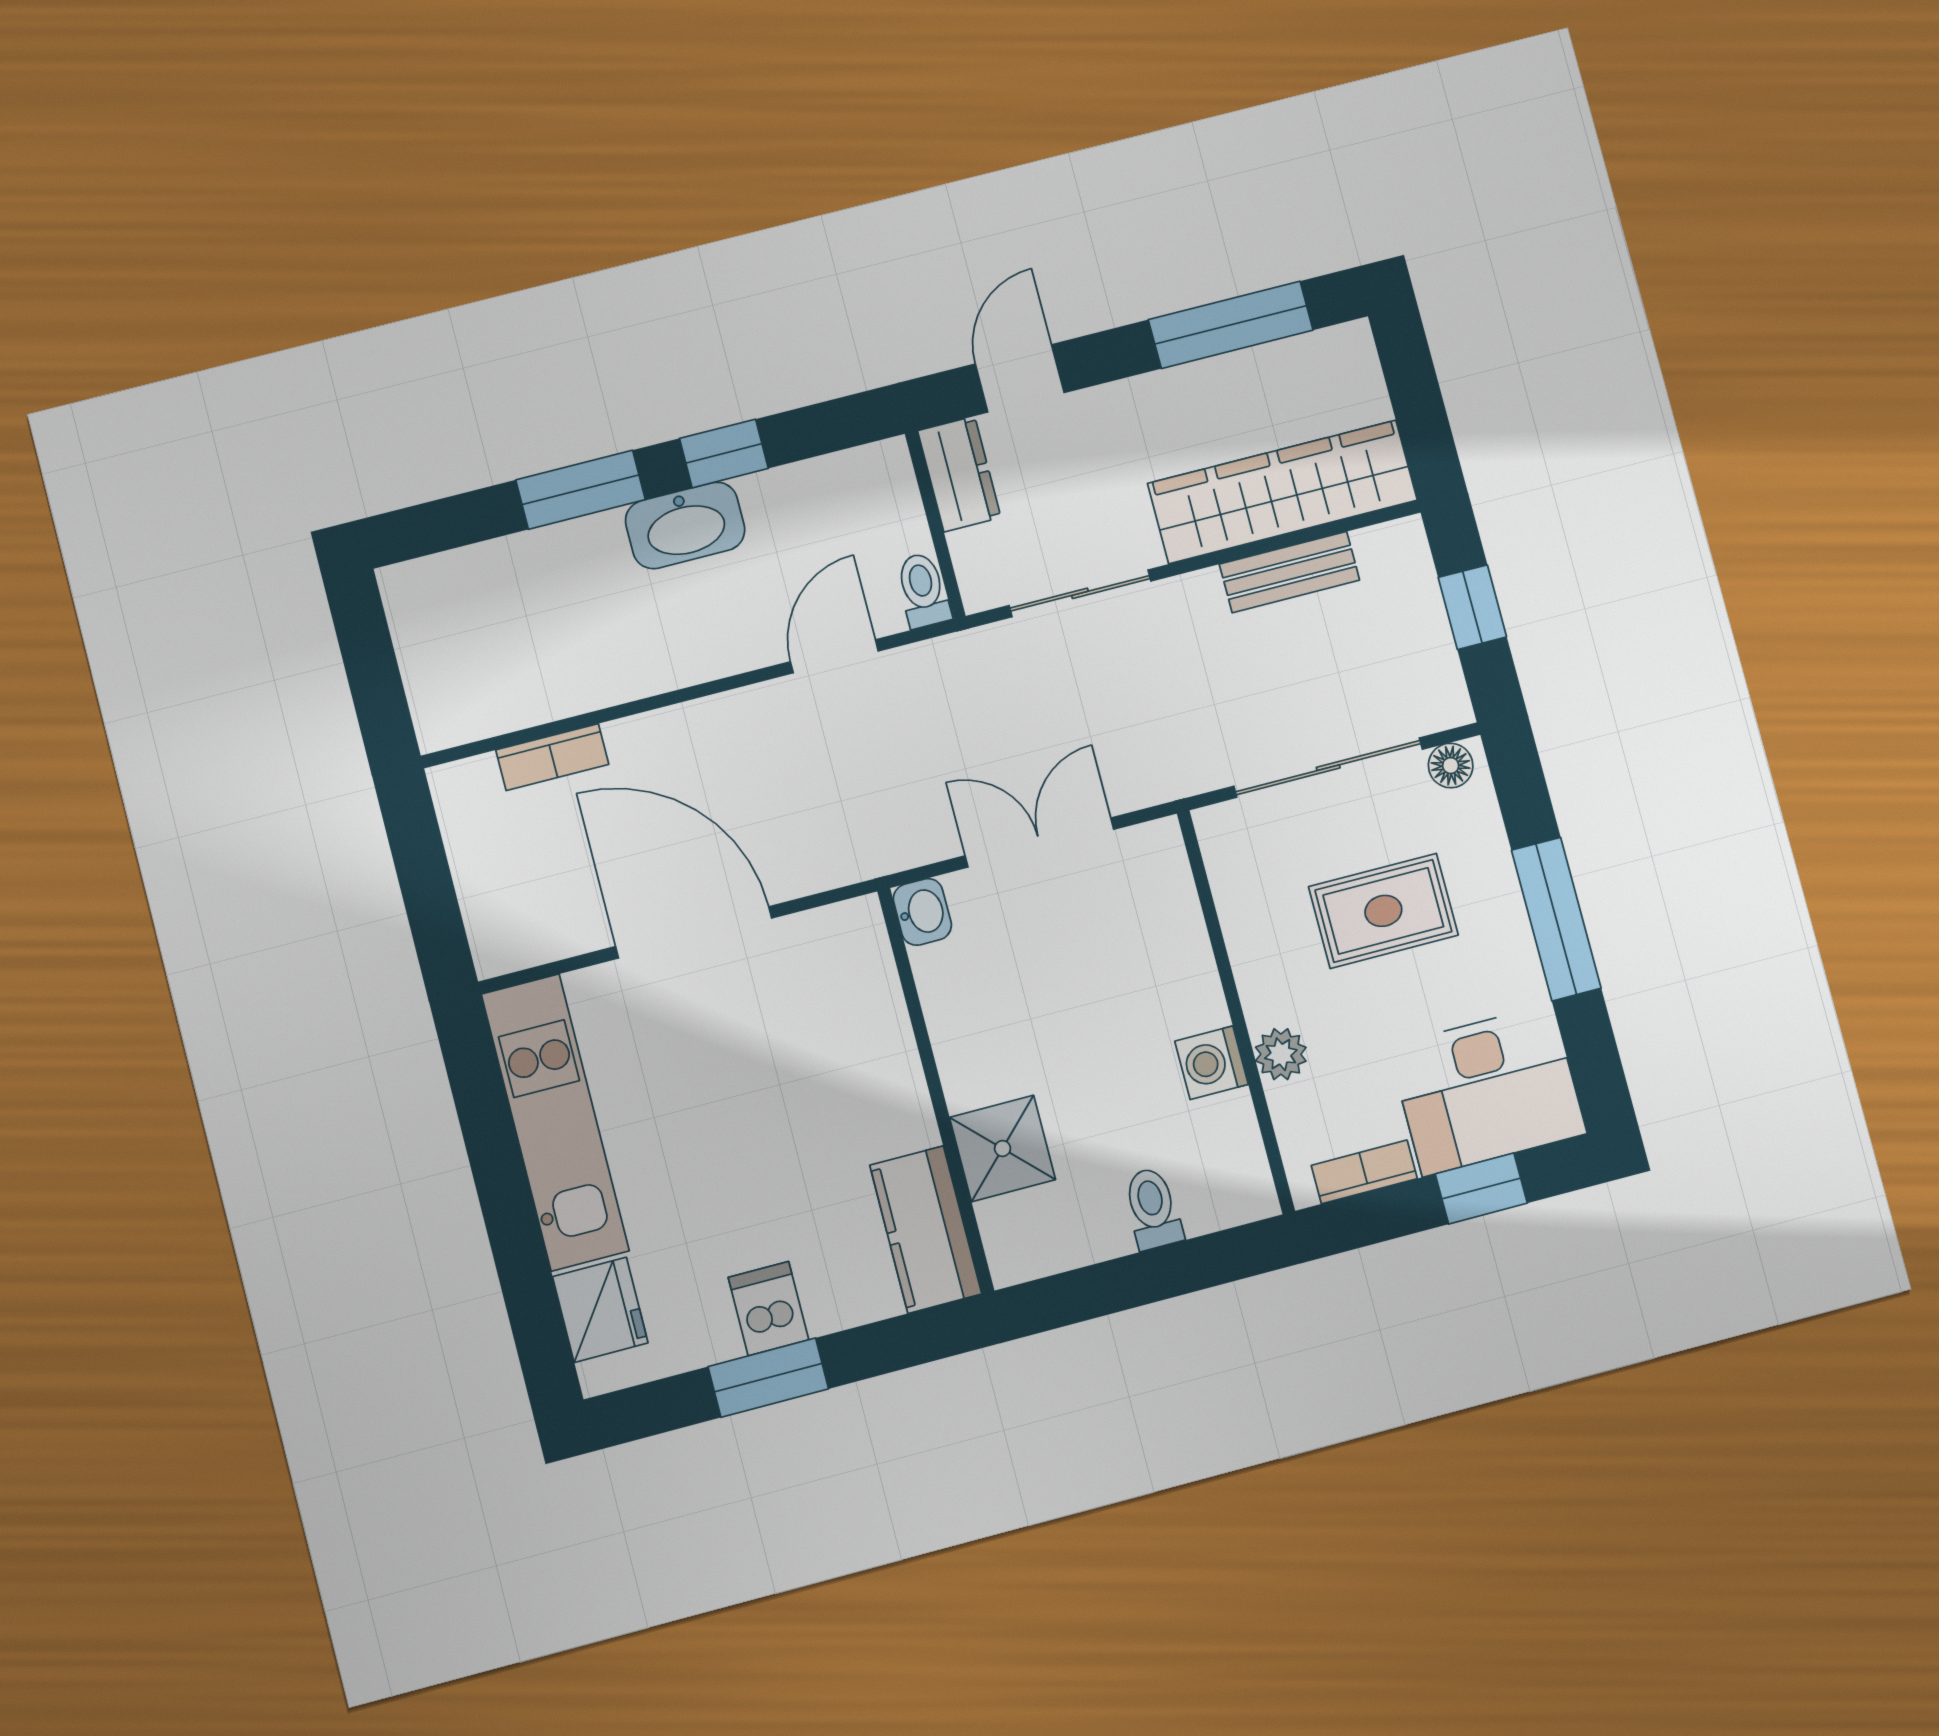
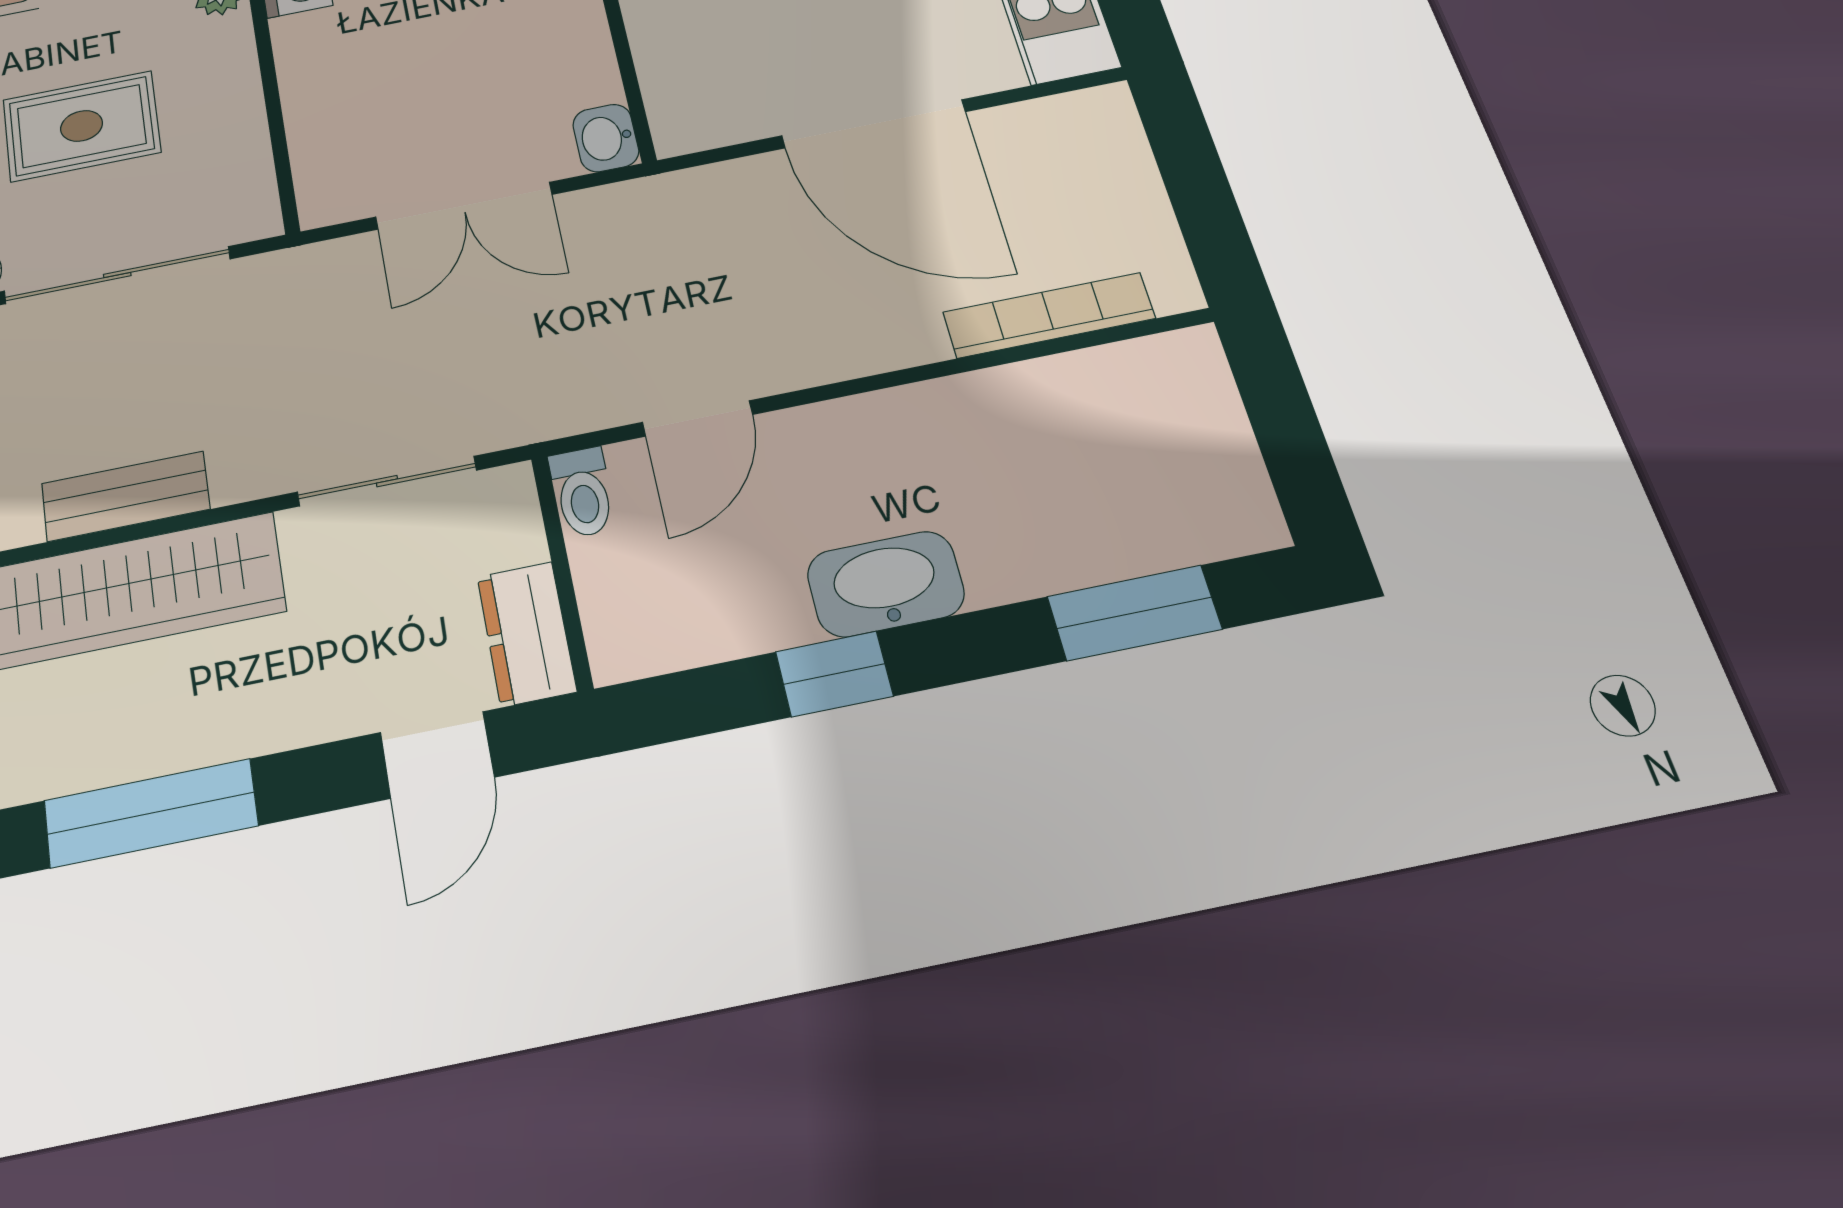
window: (581, 490) -> (1134, 613), moved
bookcase: (552, 757) -> (1049, 315), width x1.56

